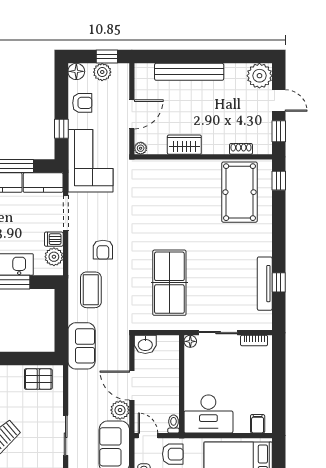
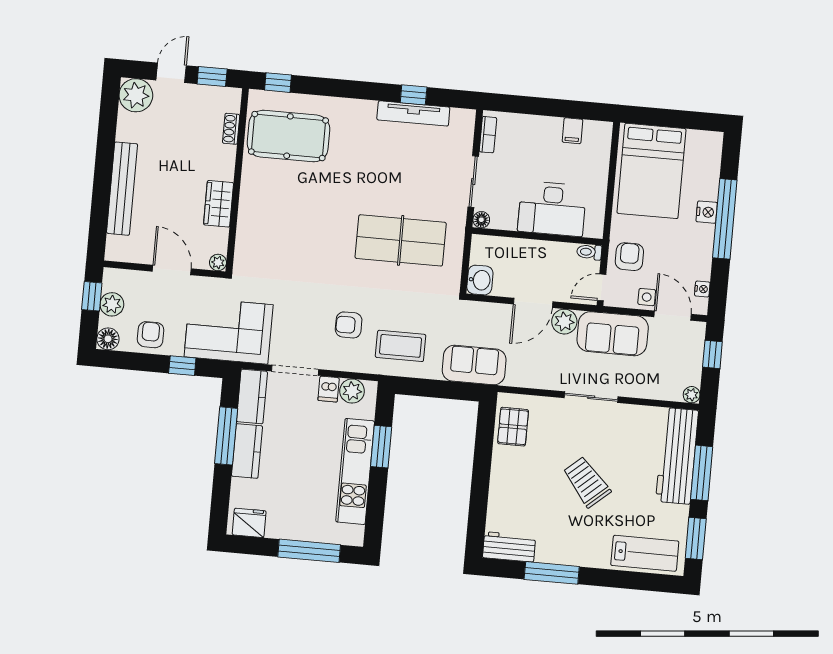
armchair: (103, 250) -> (349, 325), turned 180
desk: (208, 414) -> (552, 209), moved, turned 90
filing cabinet: (258, 424) -> (573, 131), moved, turned -90

